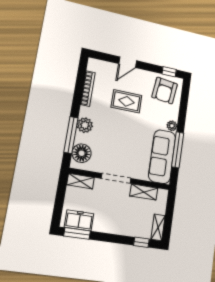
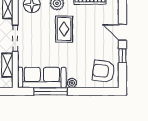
window: (169, 72) -> (122, 56), moved
rug: (126, 101) -> (64, 29), moved

